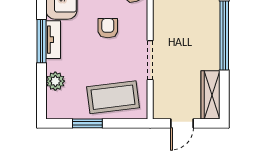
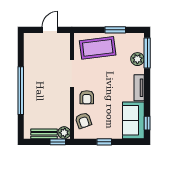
armchair: (108, 28) -> (87, 97), moved
window: (42, 41) -> (147, 53), moved
wardrobe: (211, 95) -> (30, 50), removed

